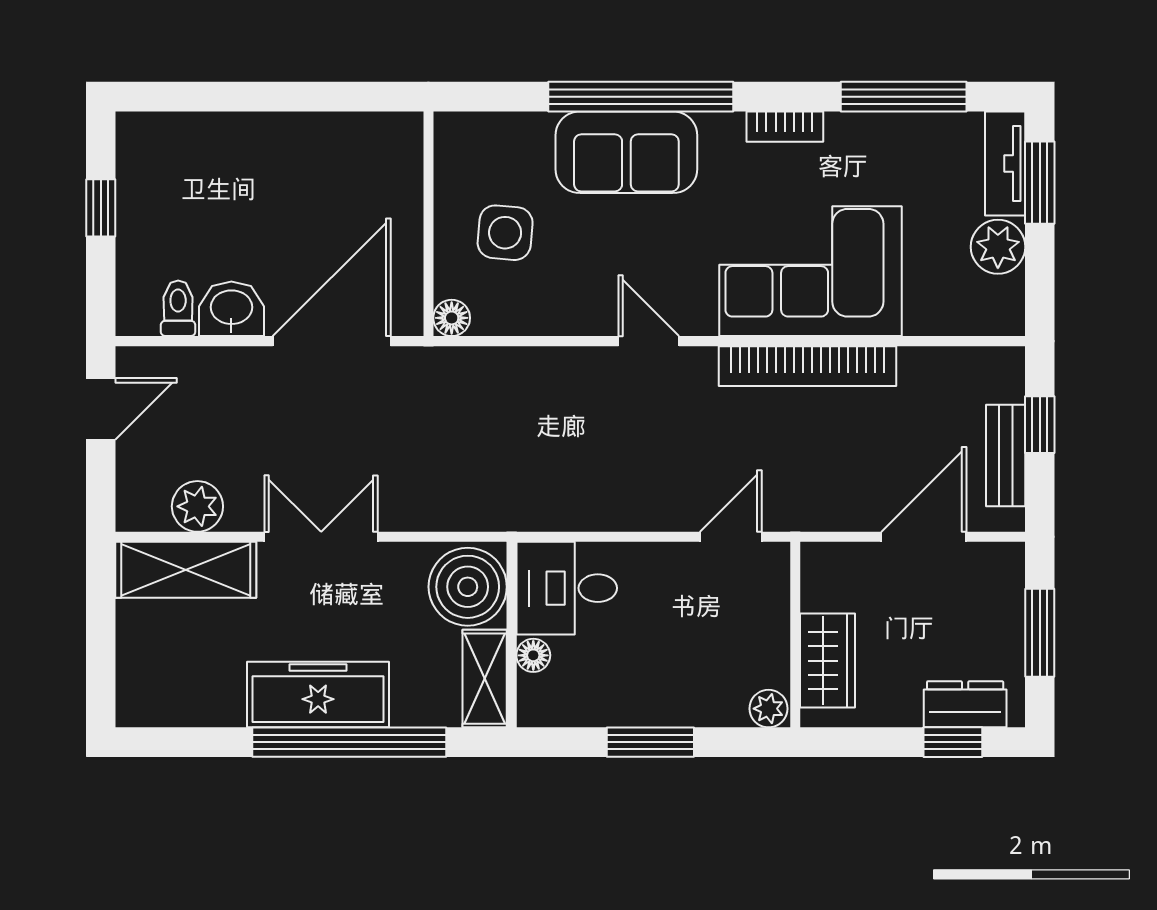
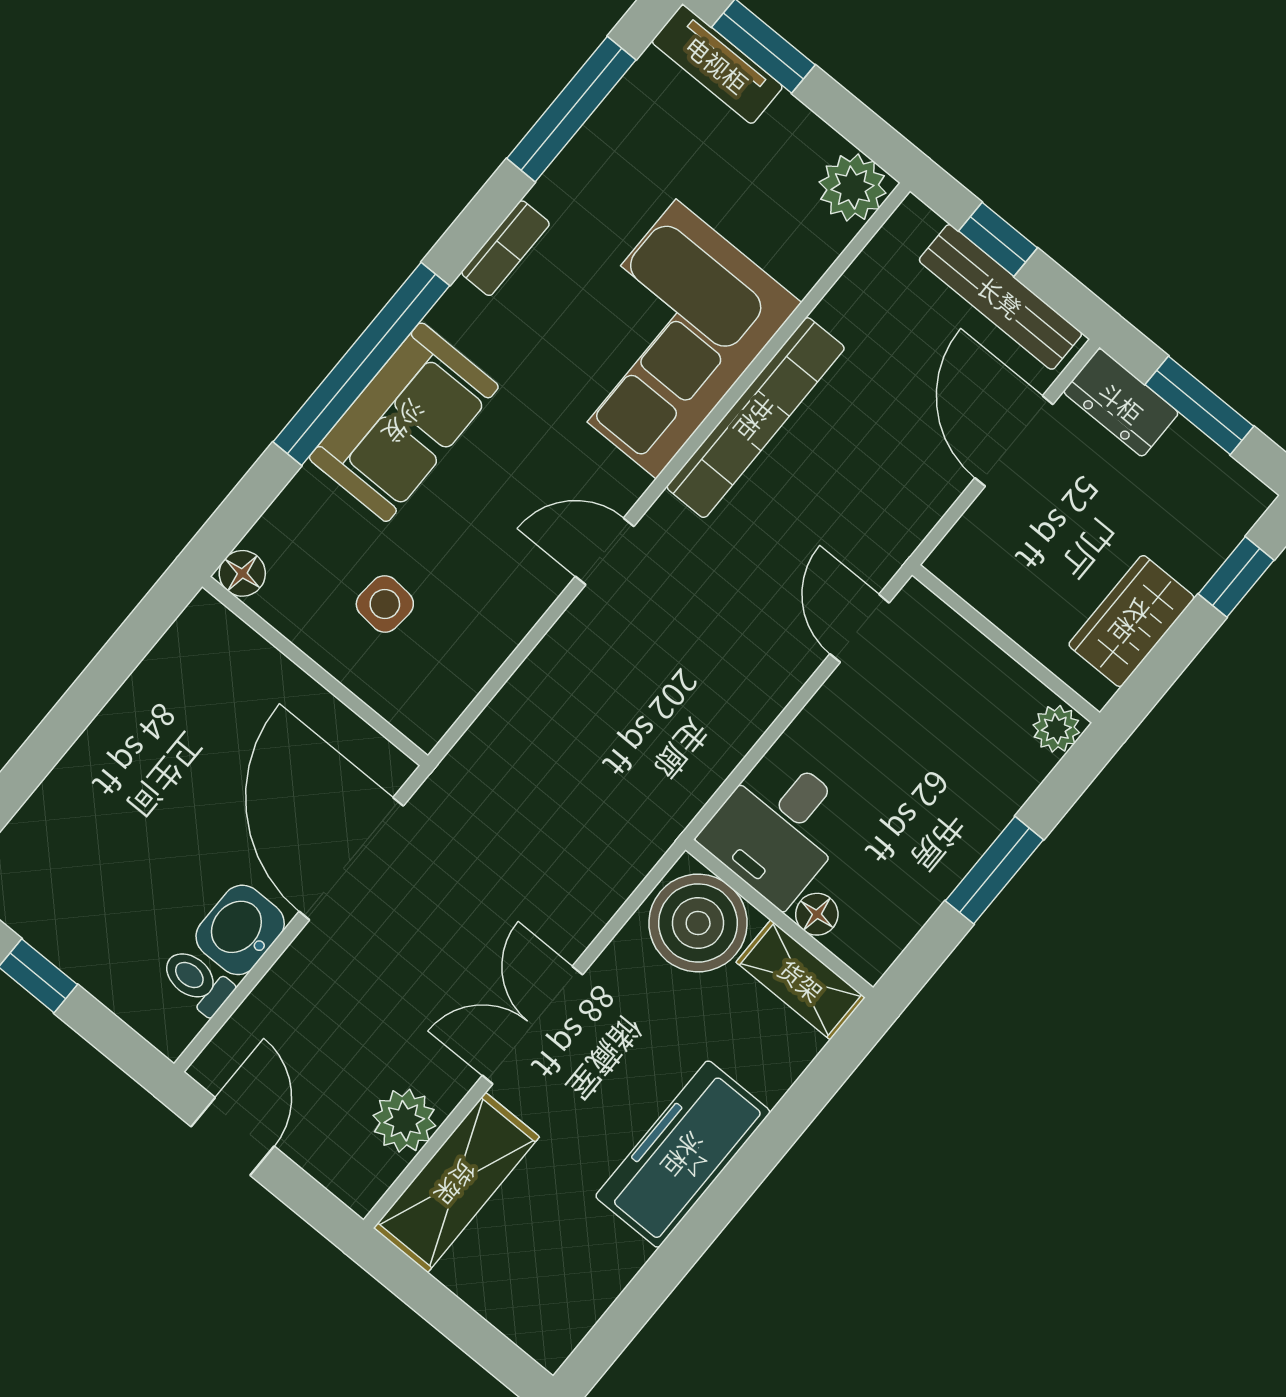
side table: (505, 233) -> (385, 604), width x0.73, depth x0.73
plant: (998, 247) -> (853, 187), moved
floor lamp: (452, 318) -> (242, 573), moved
bench: (1006, 455) -> (1000, 297), width x1.36
wardrobe: (827, 661) -> (1131, 621), moved, turned -90
dresser: (965, 704) -> (1121, 402), moved, turned -90
window: (349, 742) -> (754, 1162), removed

